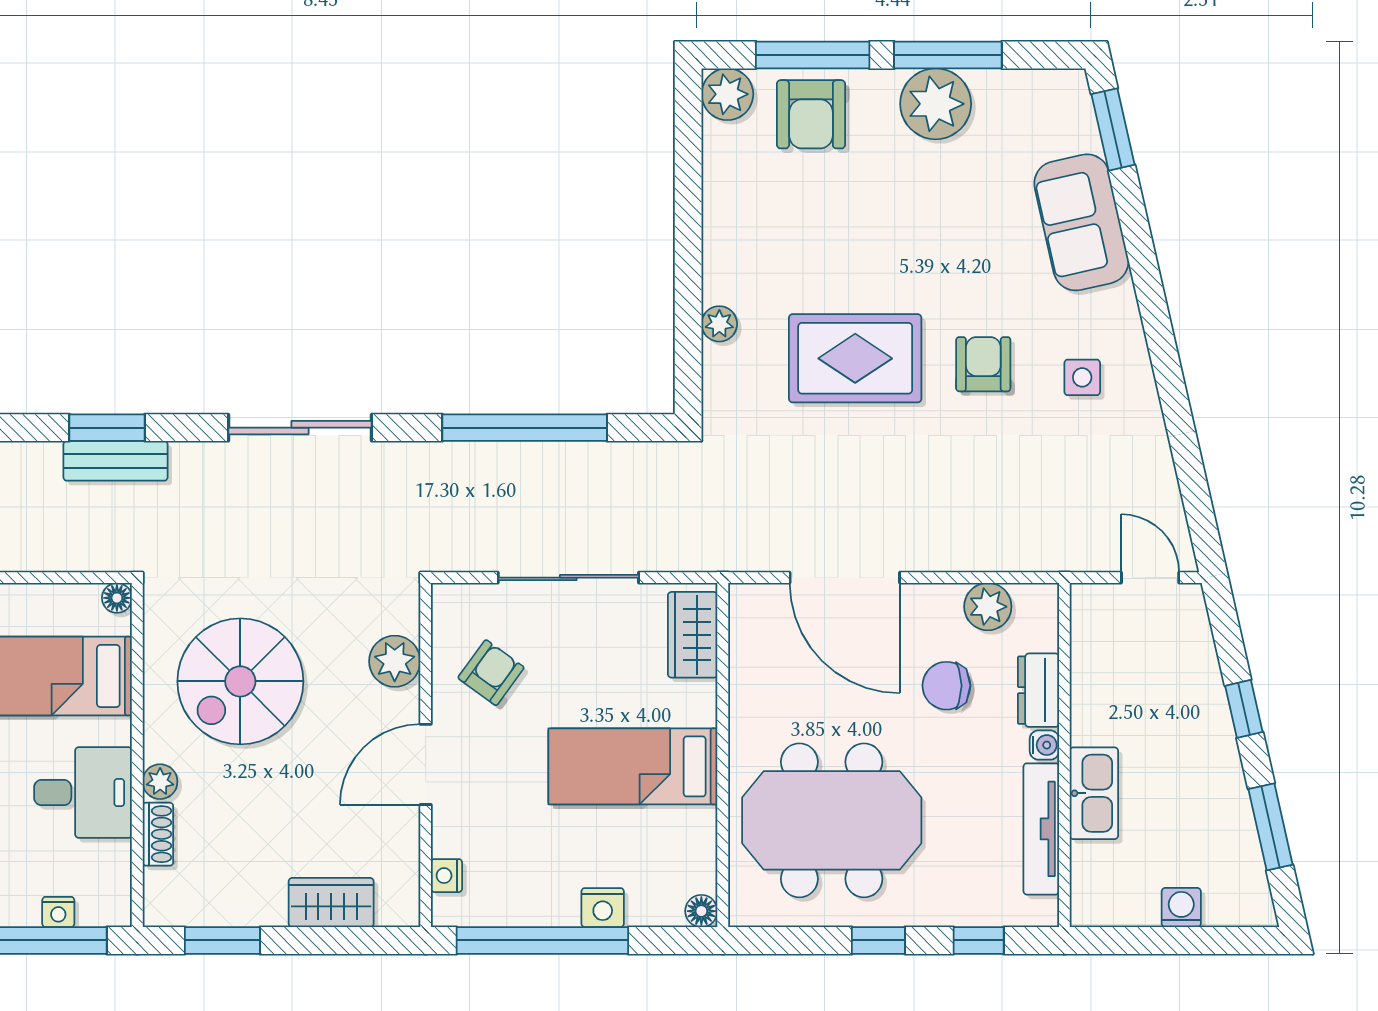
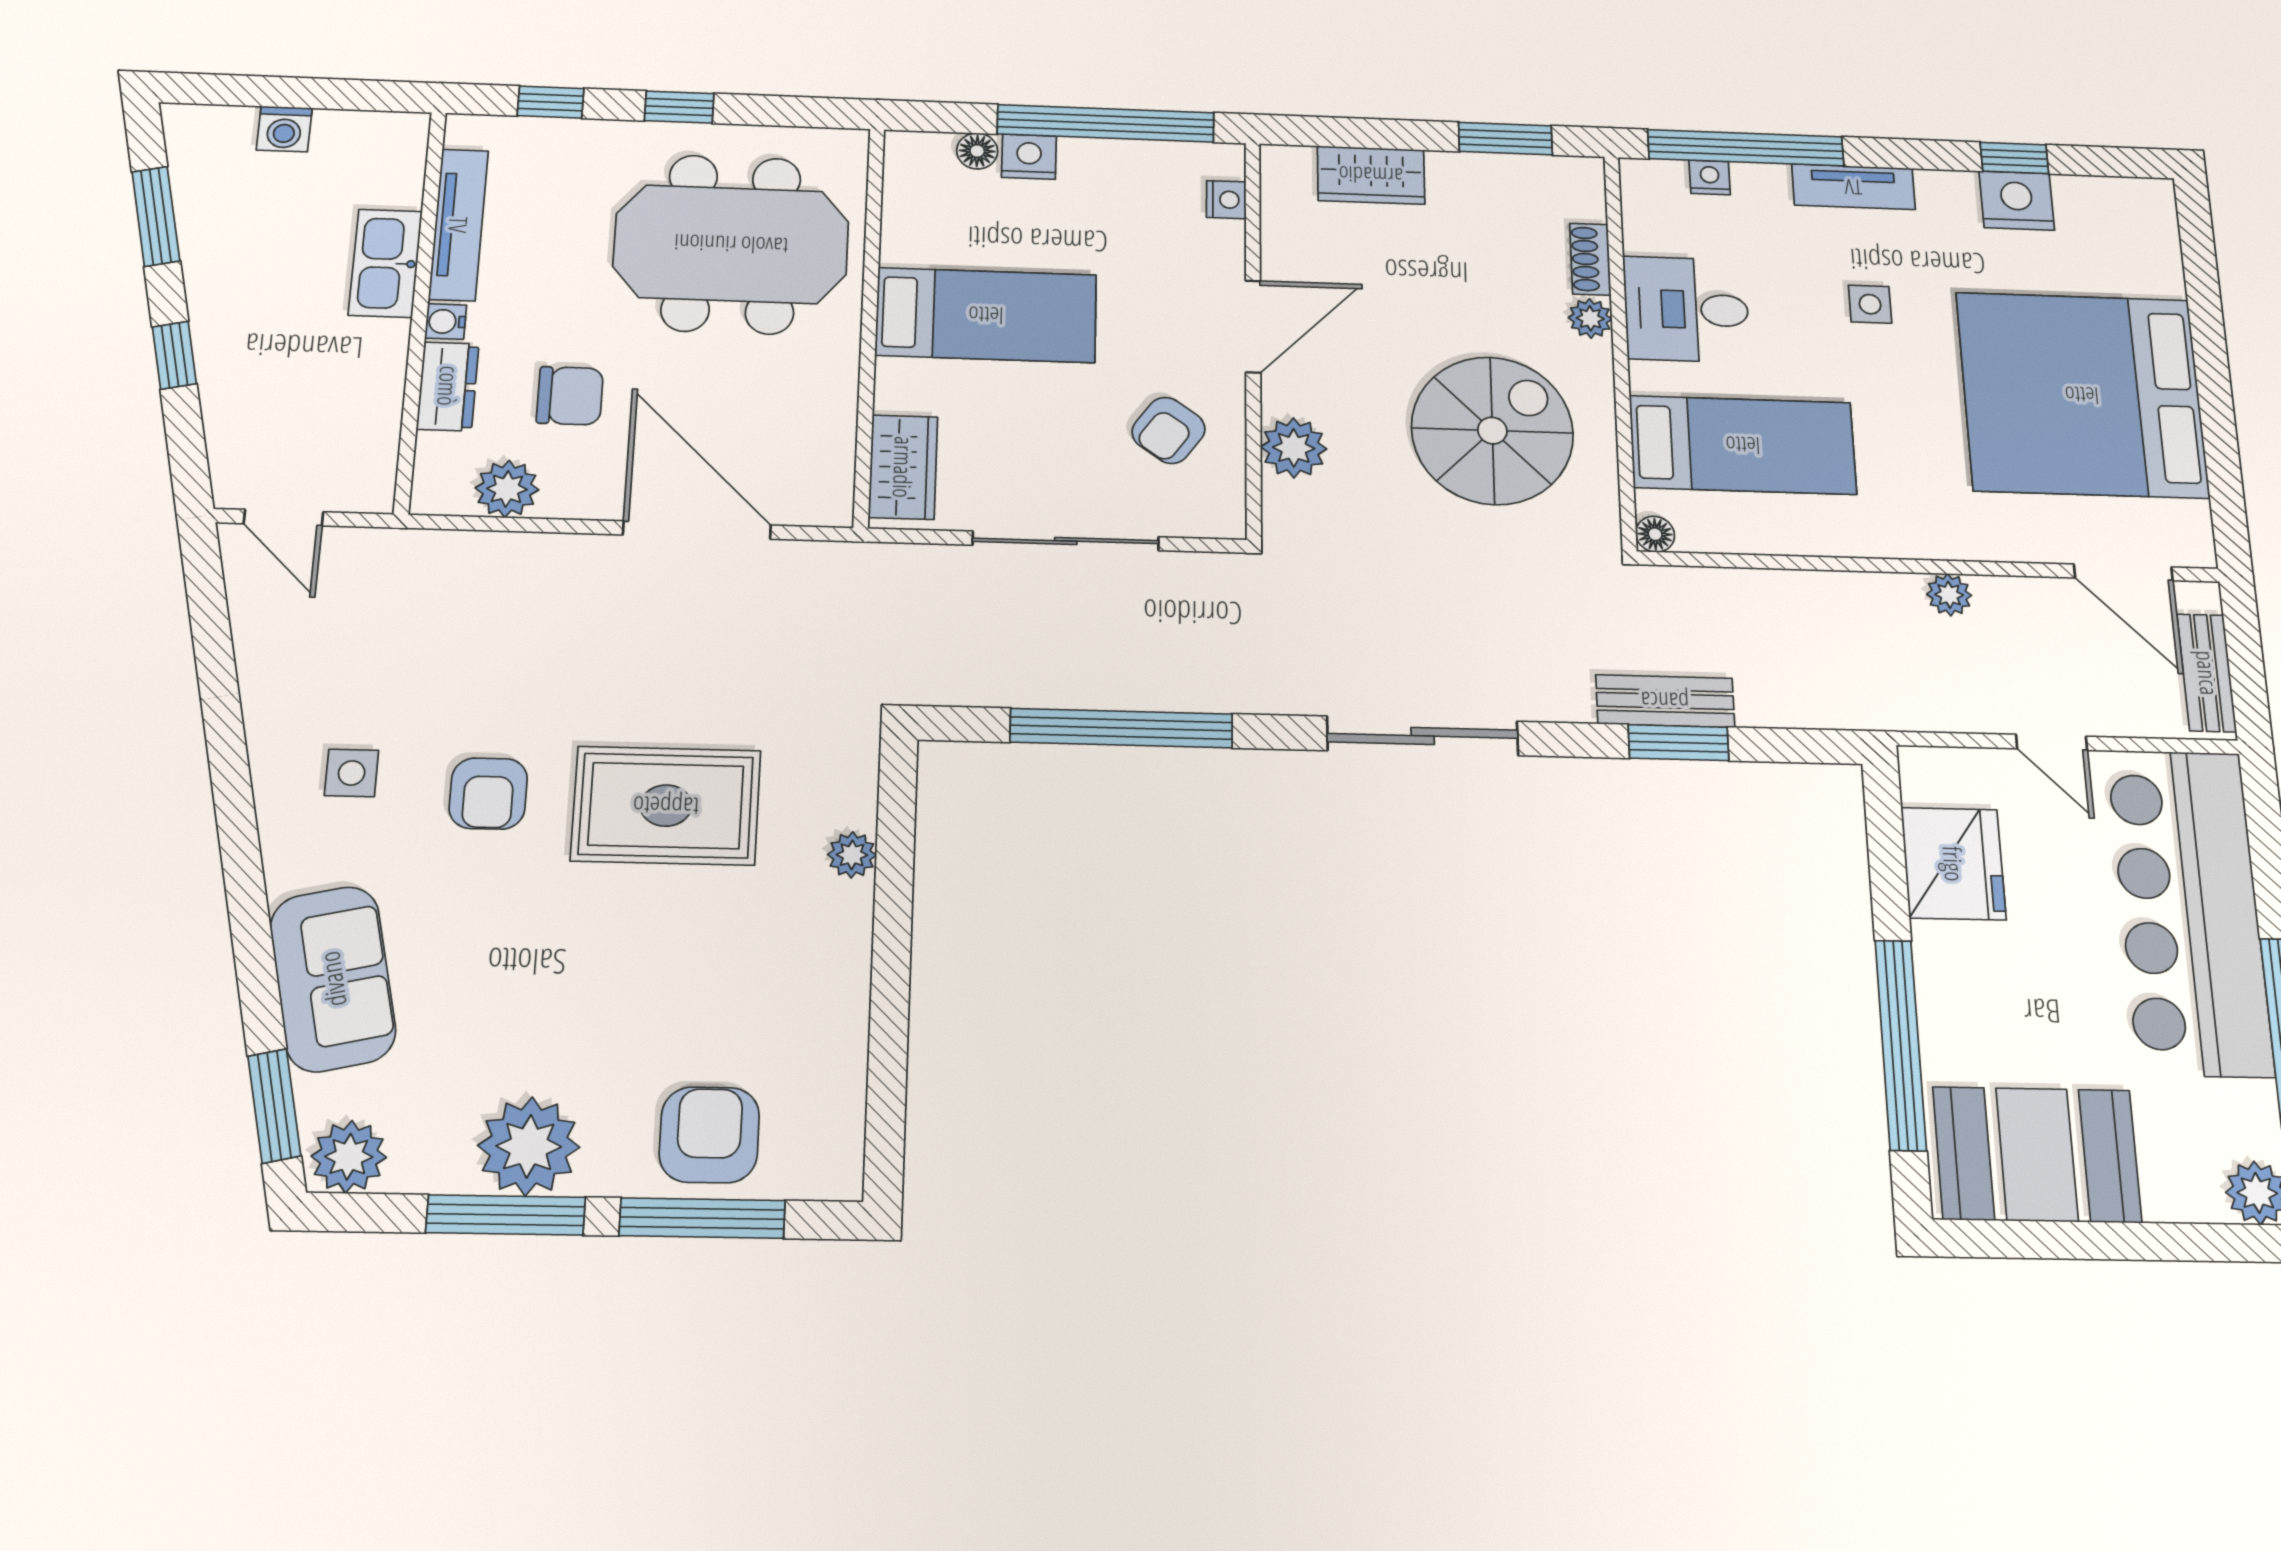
plant: (727, 94) -> (349, 1157), moved
floor lamp: (701, 911) -> (977, 151), moved

